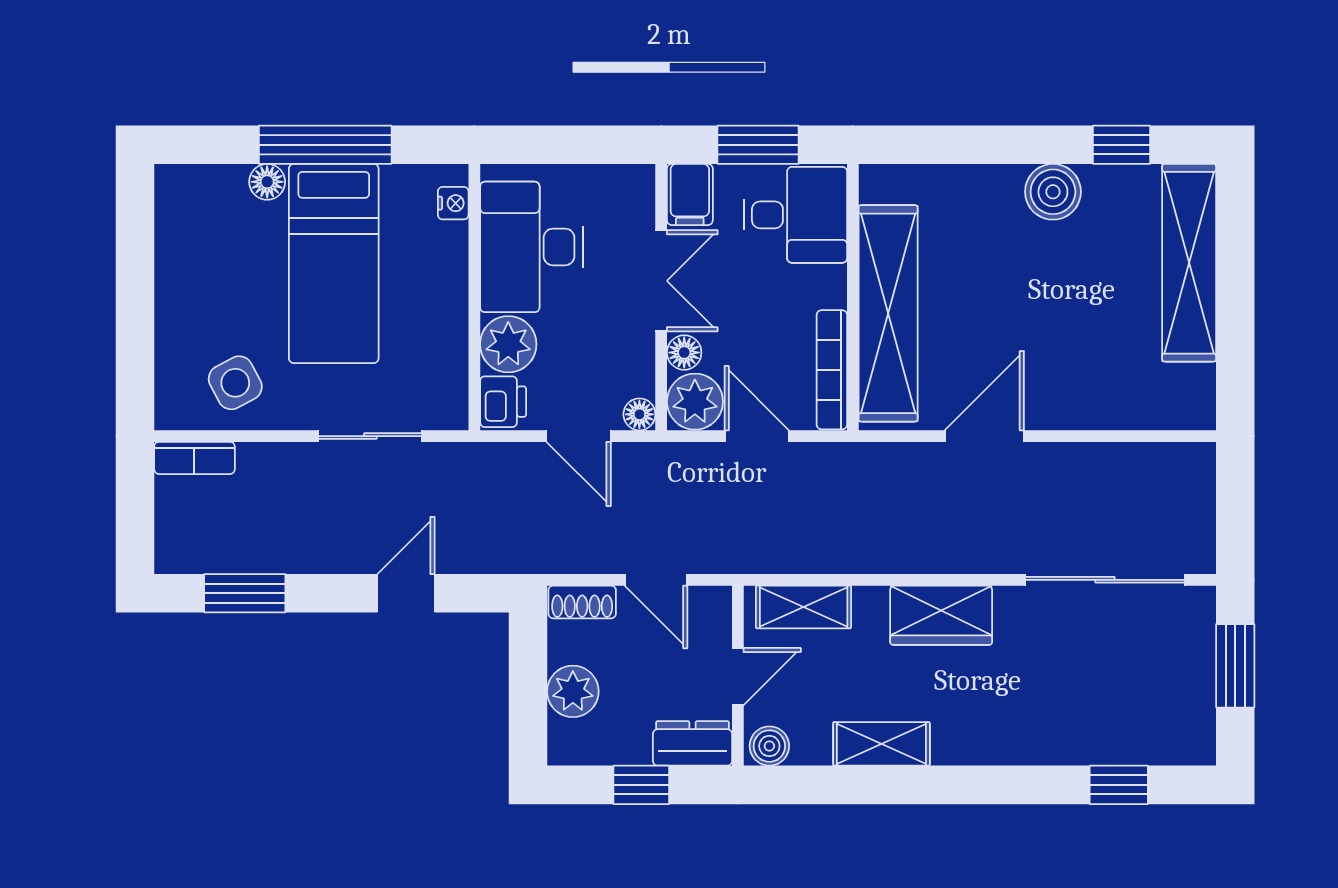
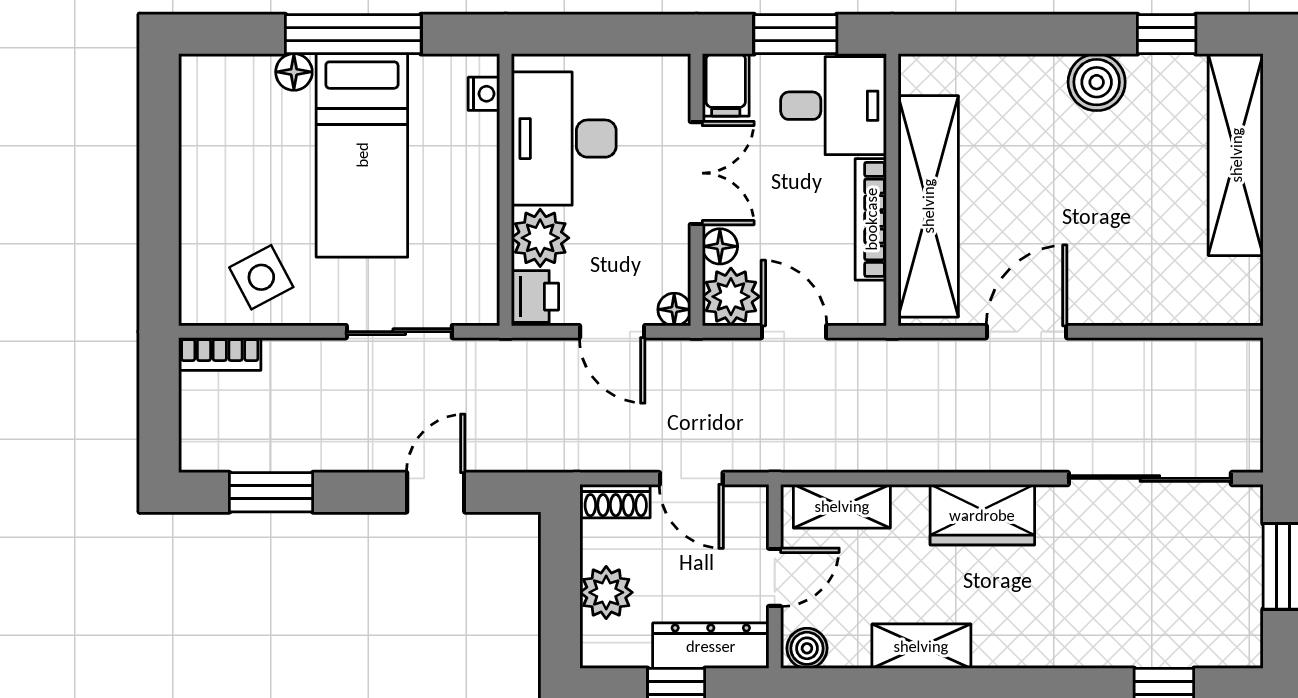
bookcase: (832, 370) -> (871, 219), moved
dresser: (693, 743) -> (711, 646), width x1.44

